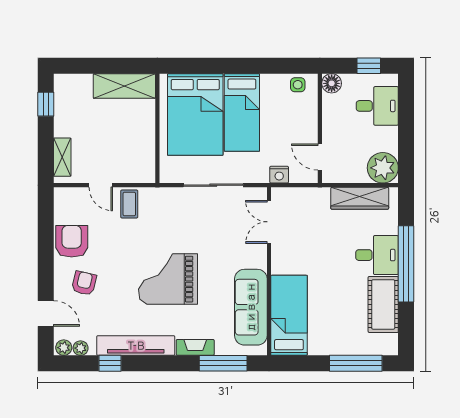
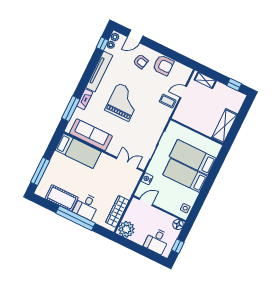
bed: (195, 114) -> (193, 157), width x0.67
window: (110, 363) -> (102, 44), moved

